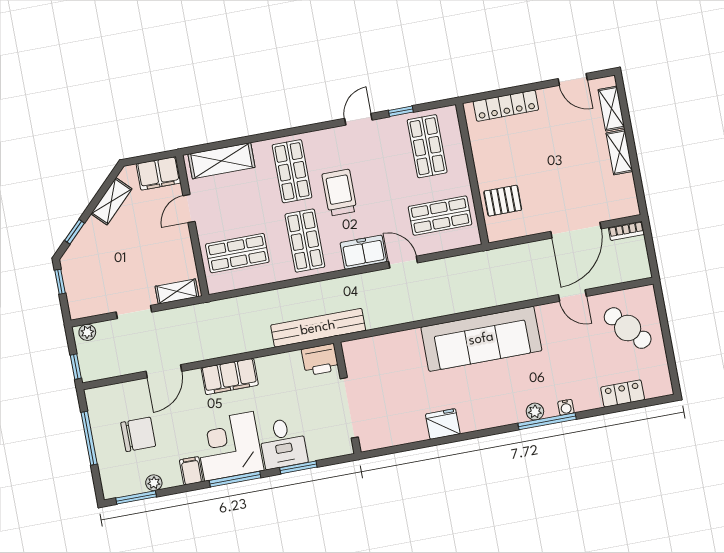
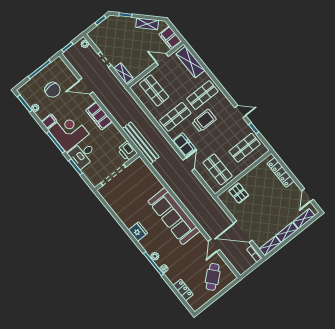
shelving: (628, 196) -> (270, 246), added
fridge: (443, 424) -> (138, 232), moved

